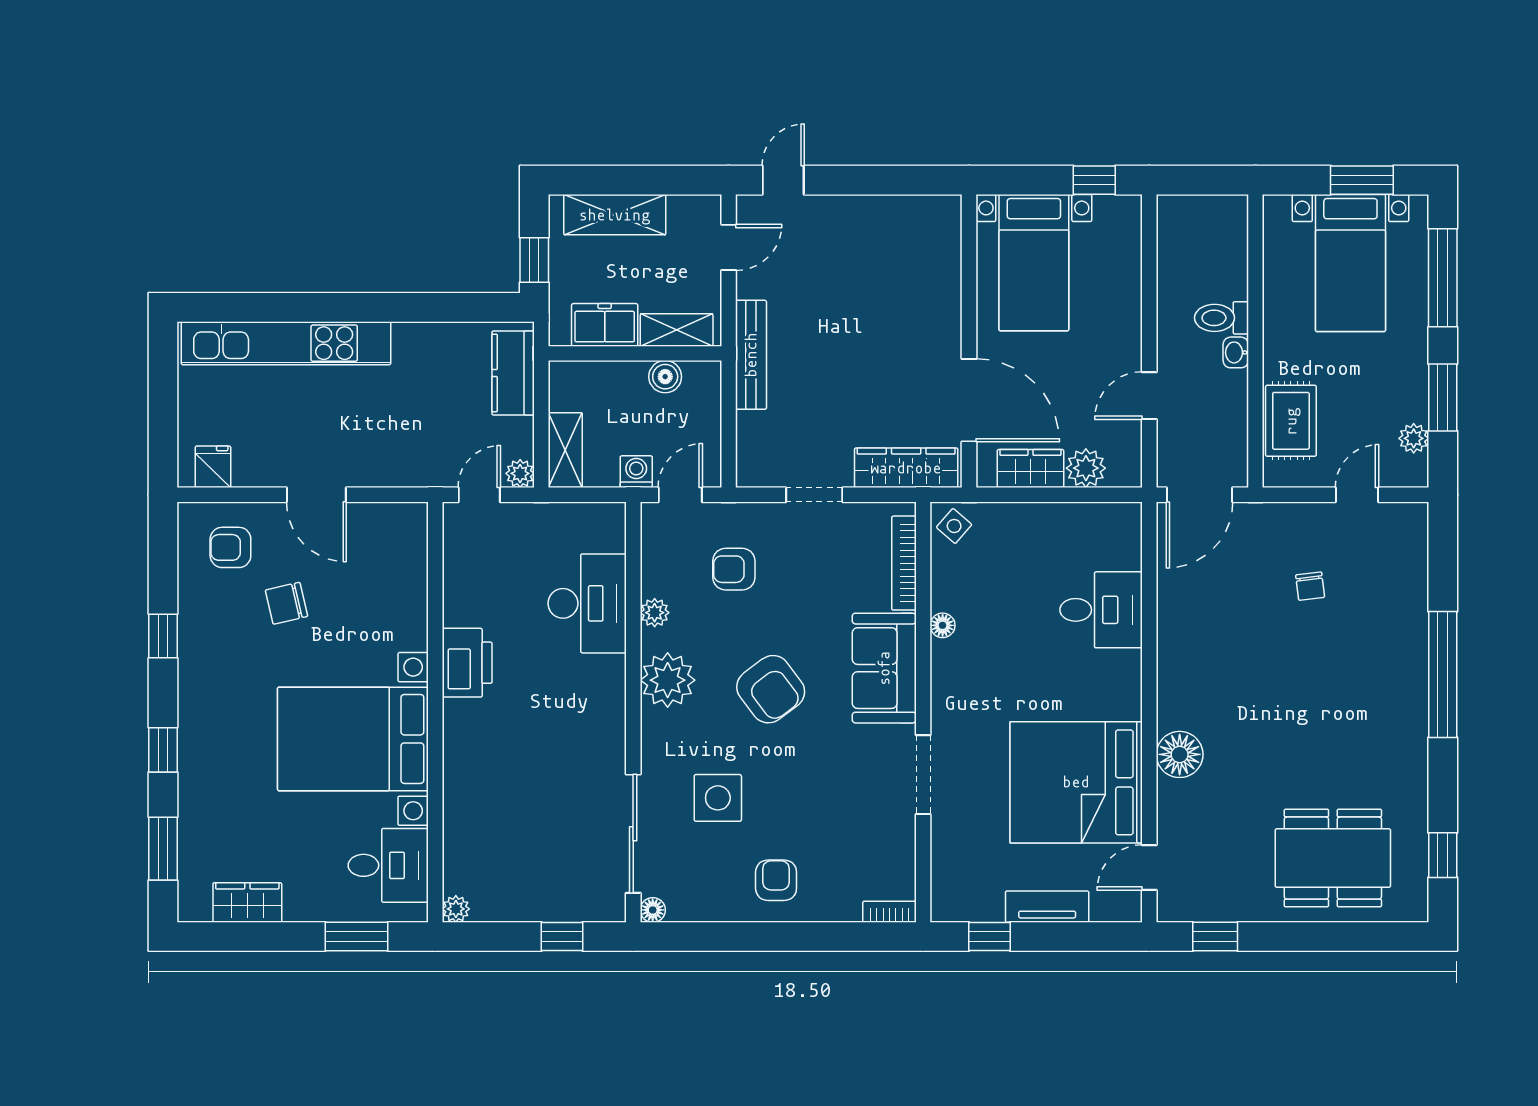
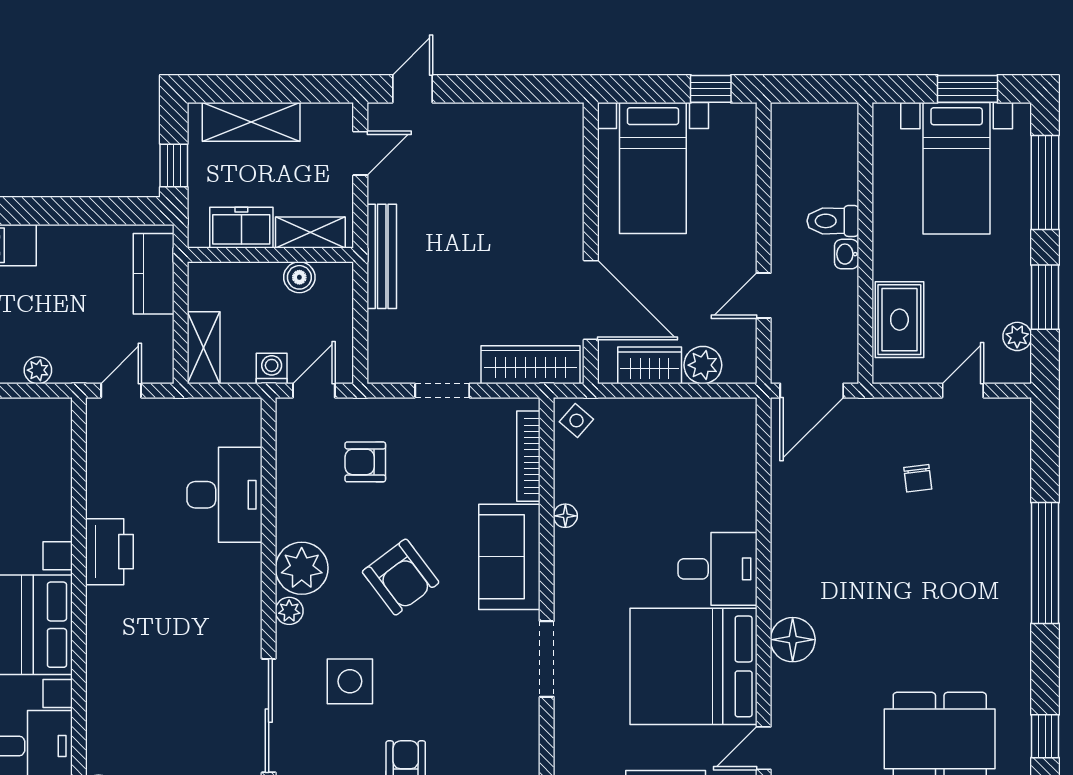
plant: (520, 473) -> (38, 370), moved
desk: (1101, 610) -> (717, 569), moved
plant: (655, 613) -> (289, 611), moved

